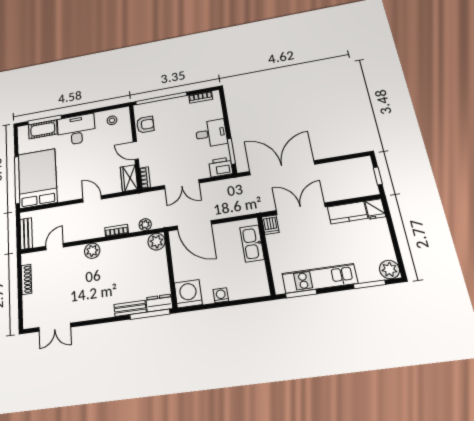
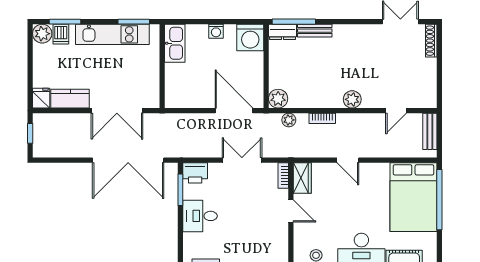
armchair: (145, 125) -> (276, 242), removed
dishwasher: (270, 225) -> (61, 34), moved, turned 180
kitchen sink: (252, 243) -> (175, 43), moved
shoe rack: (26, 279) -> (431, 41), moved

